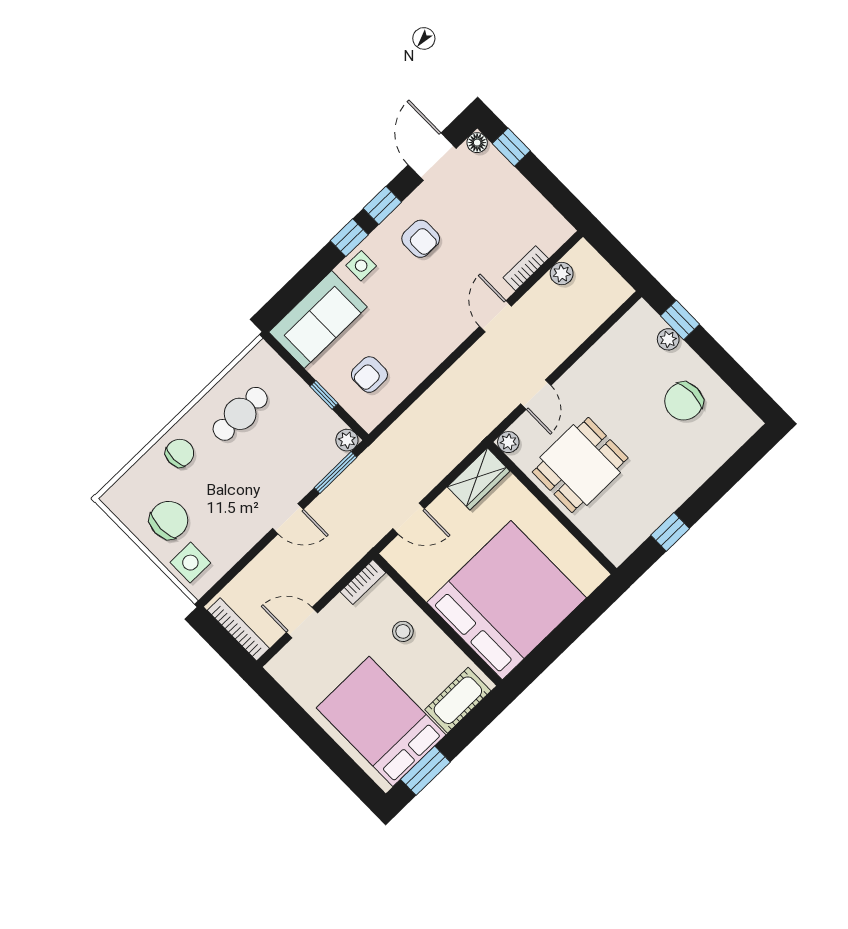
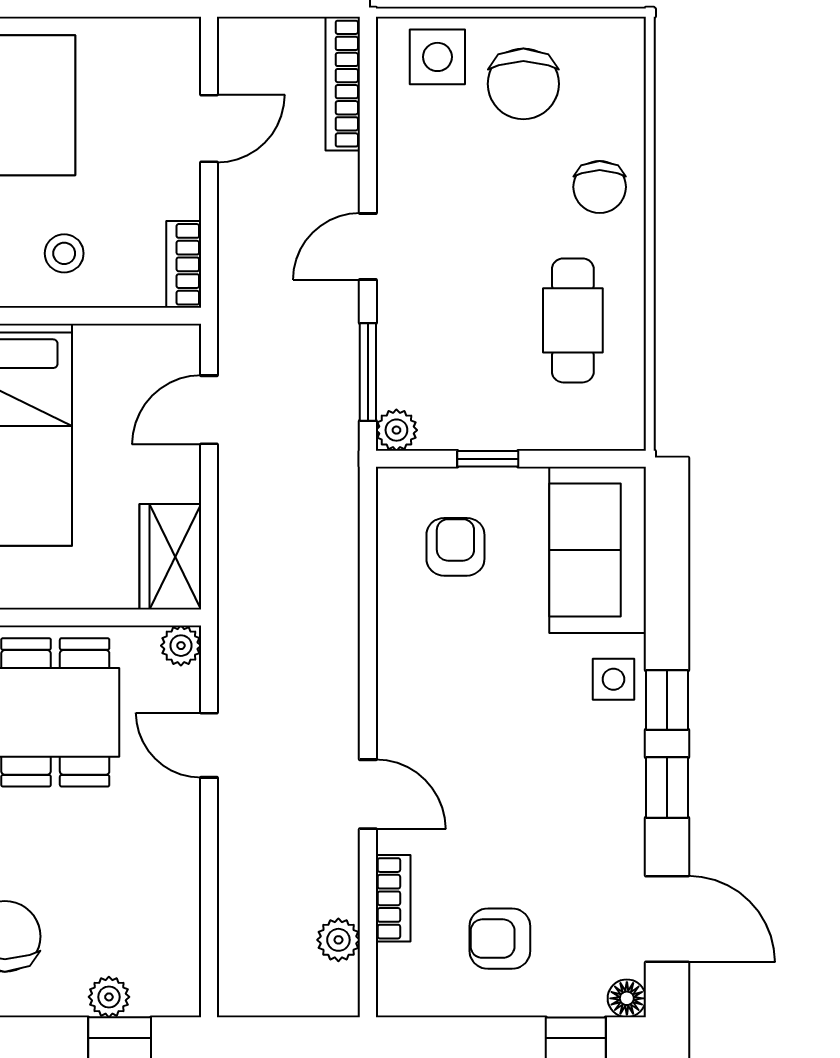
armchair: (421, 239) -> (500, 939), moved
bookcase: (238, 629) -> (343, 84), moved, turned 90

